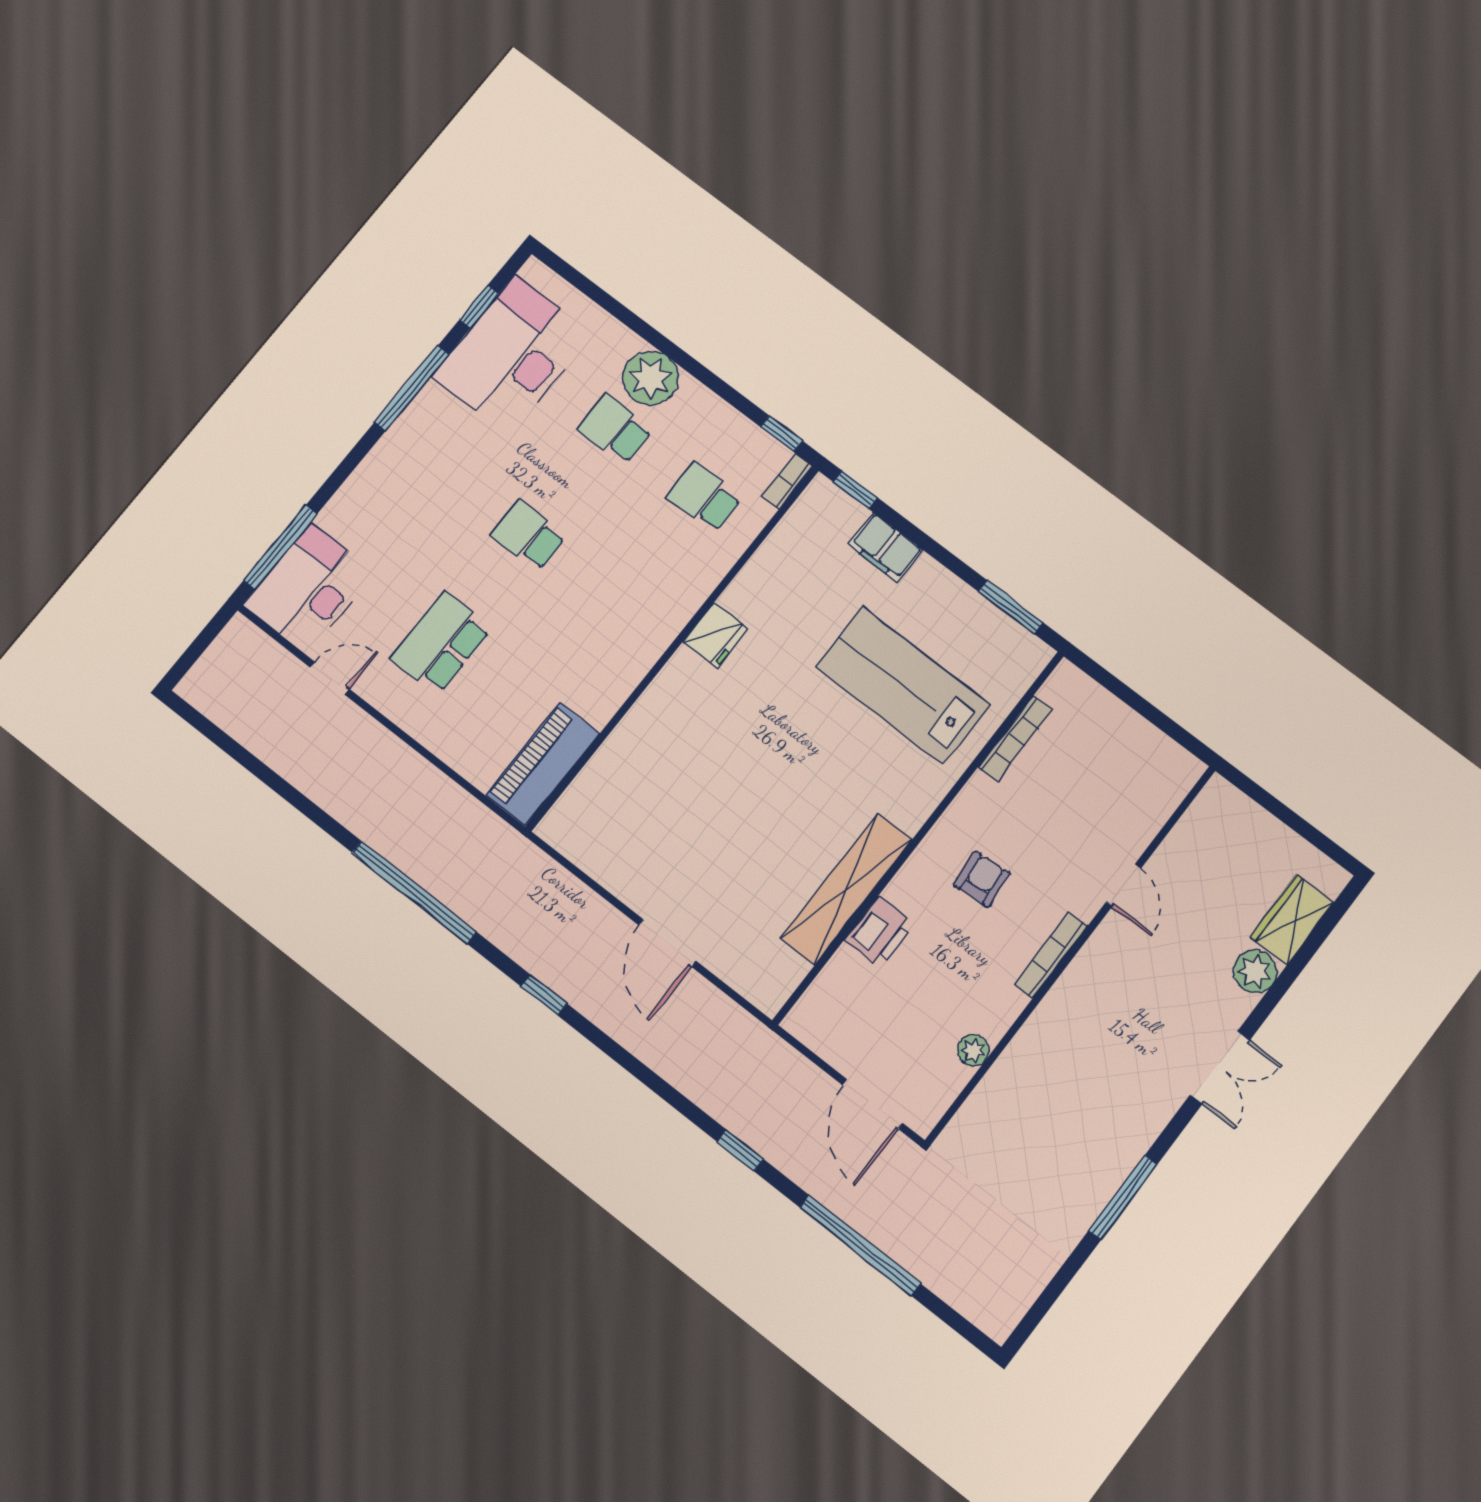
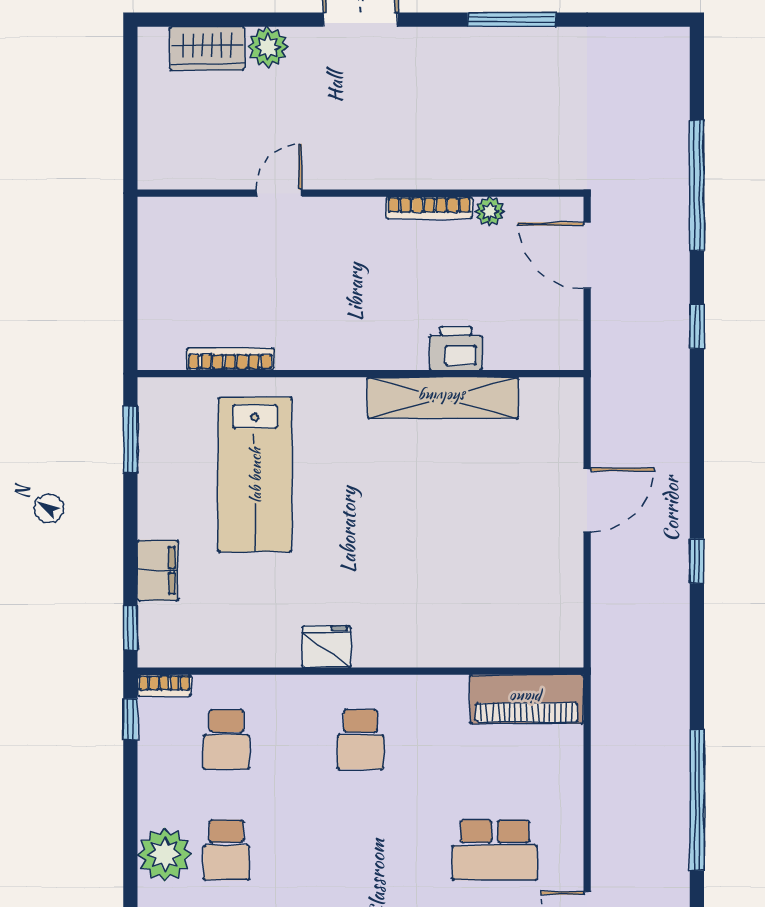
school desk: (529, 535) -> (361, 739), moved
armchair: (982, 879) -> (357, 302), removed
window: (414, 892) -> (697, 800), moved
bookcase: (1051, 955) -> (429, 208), moved
door: (873, 1104) -> (587, 255), swing flipped

